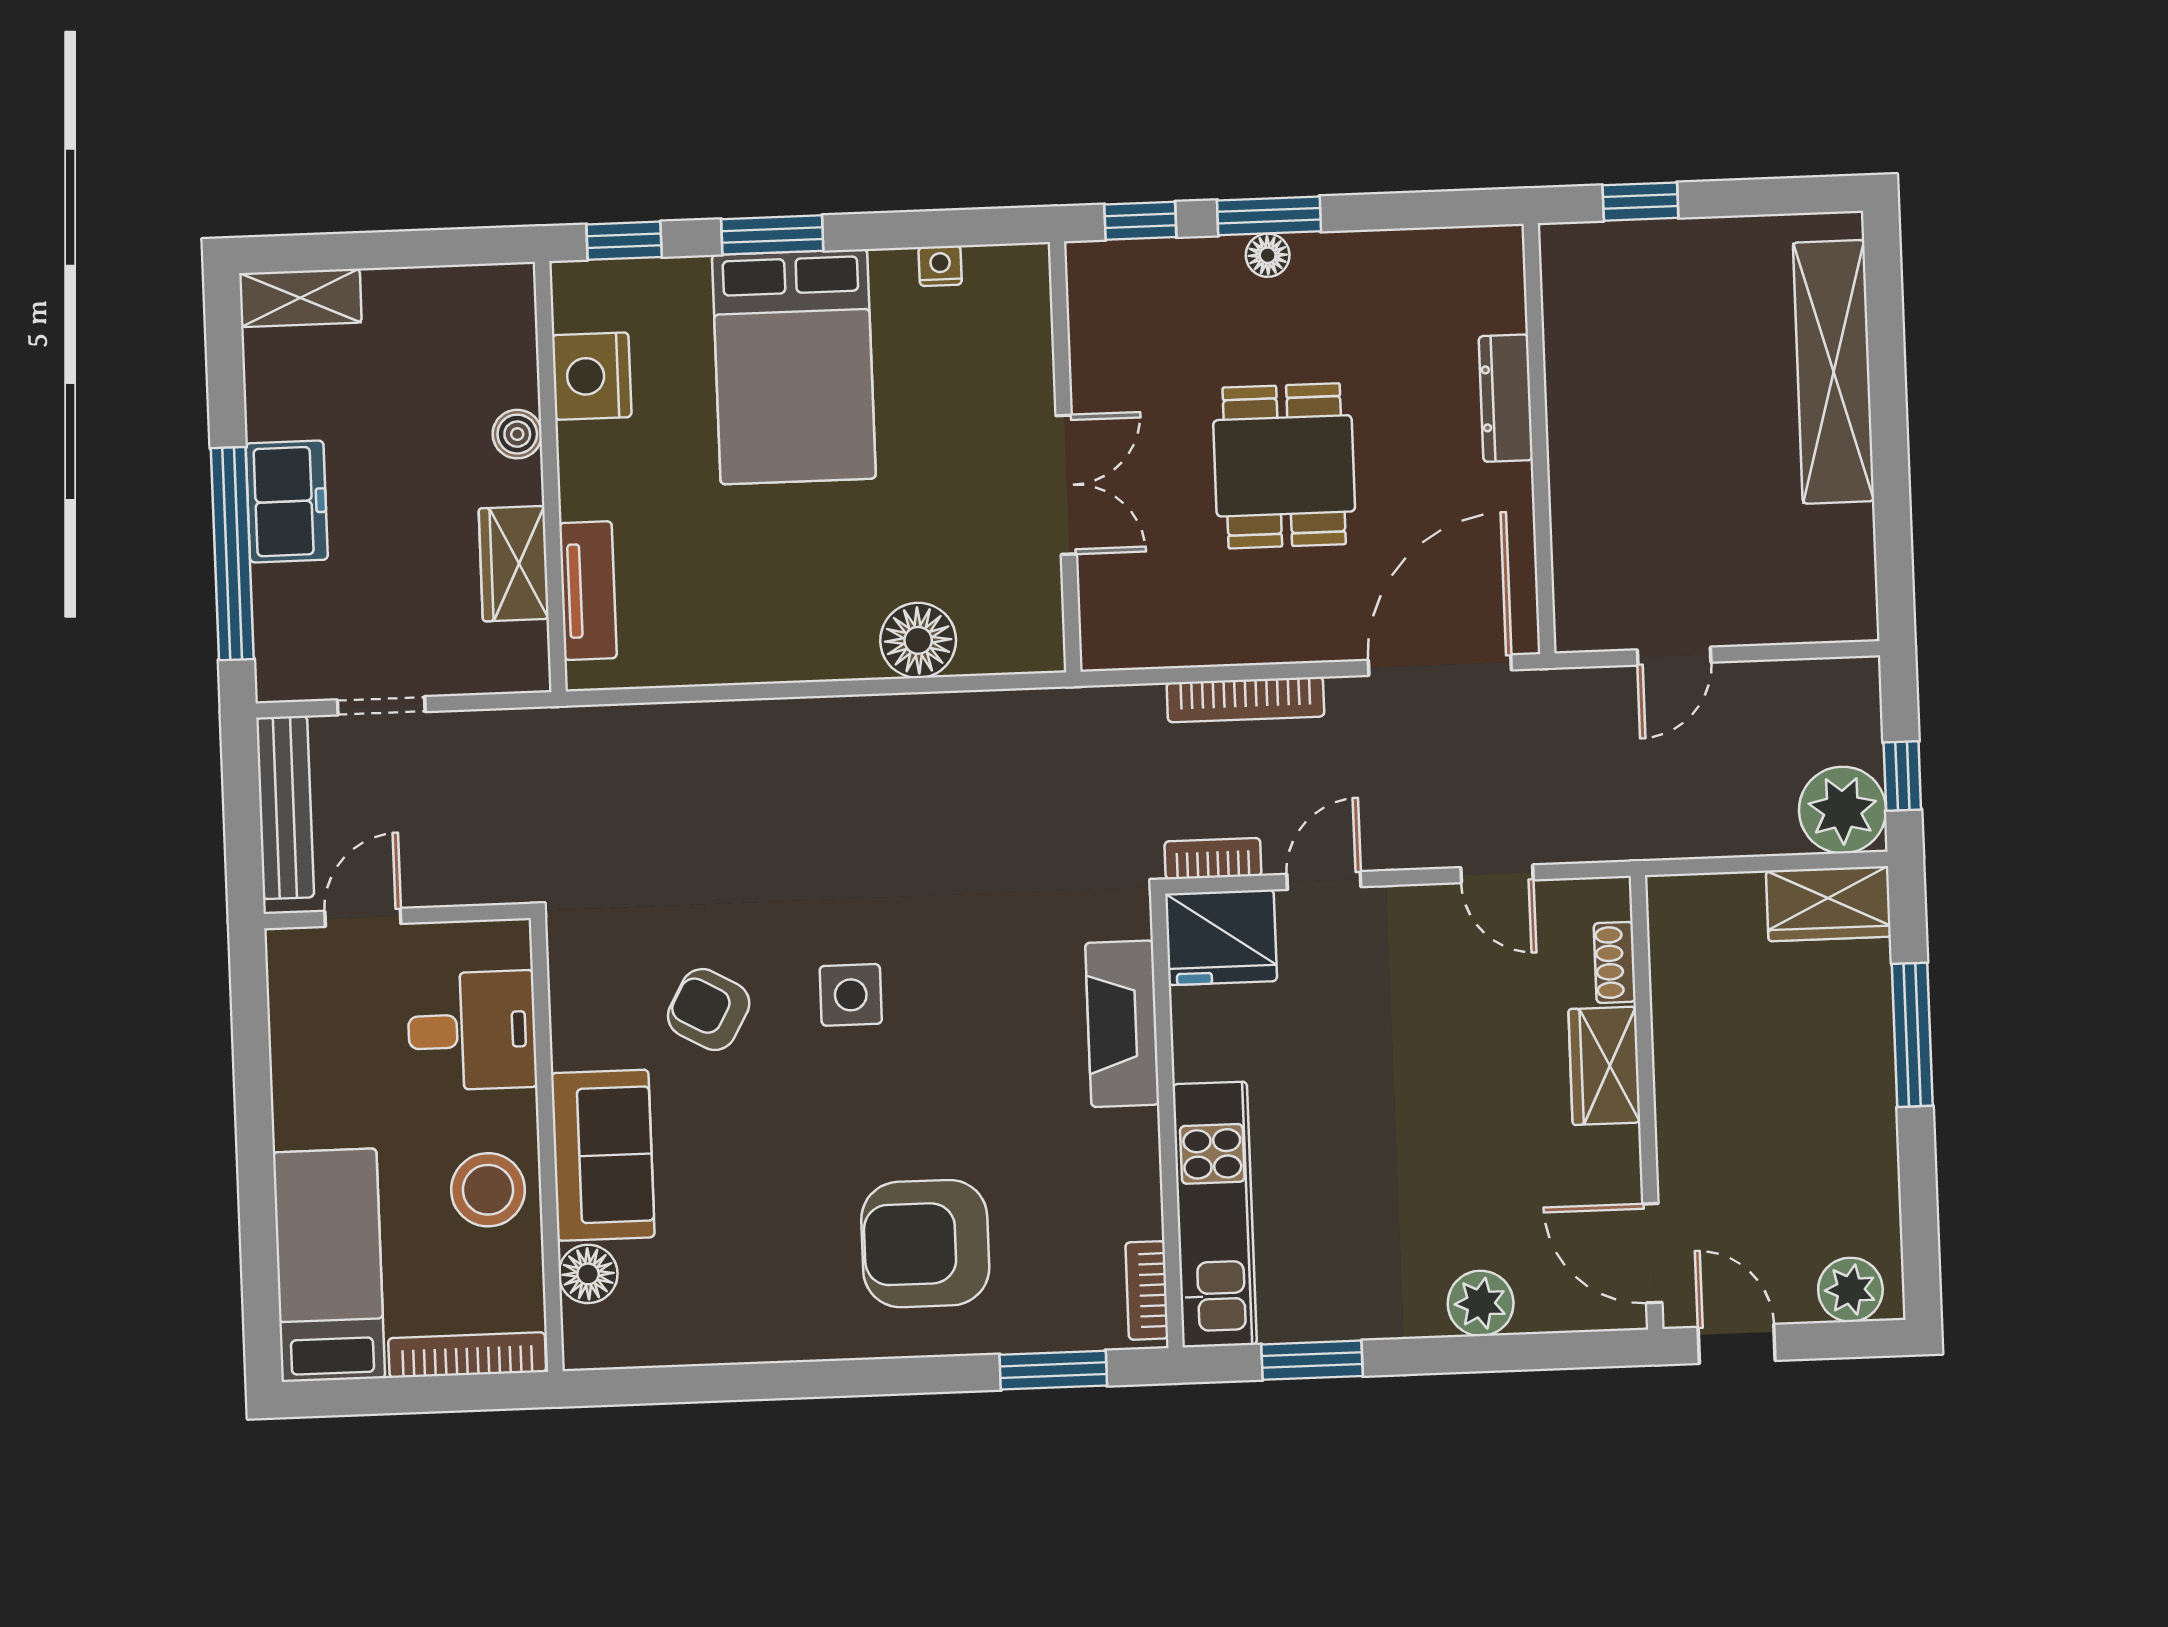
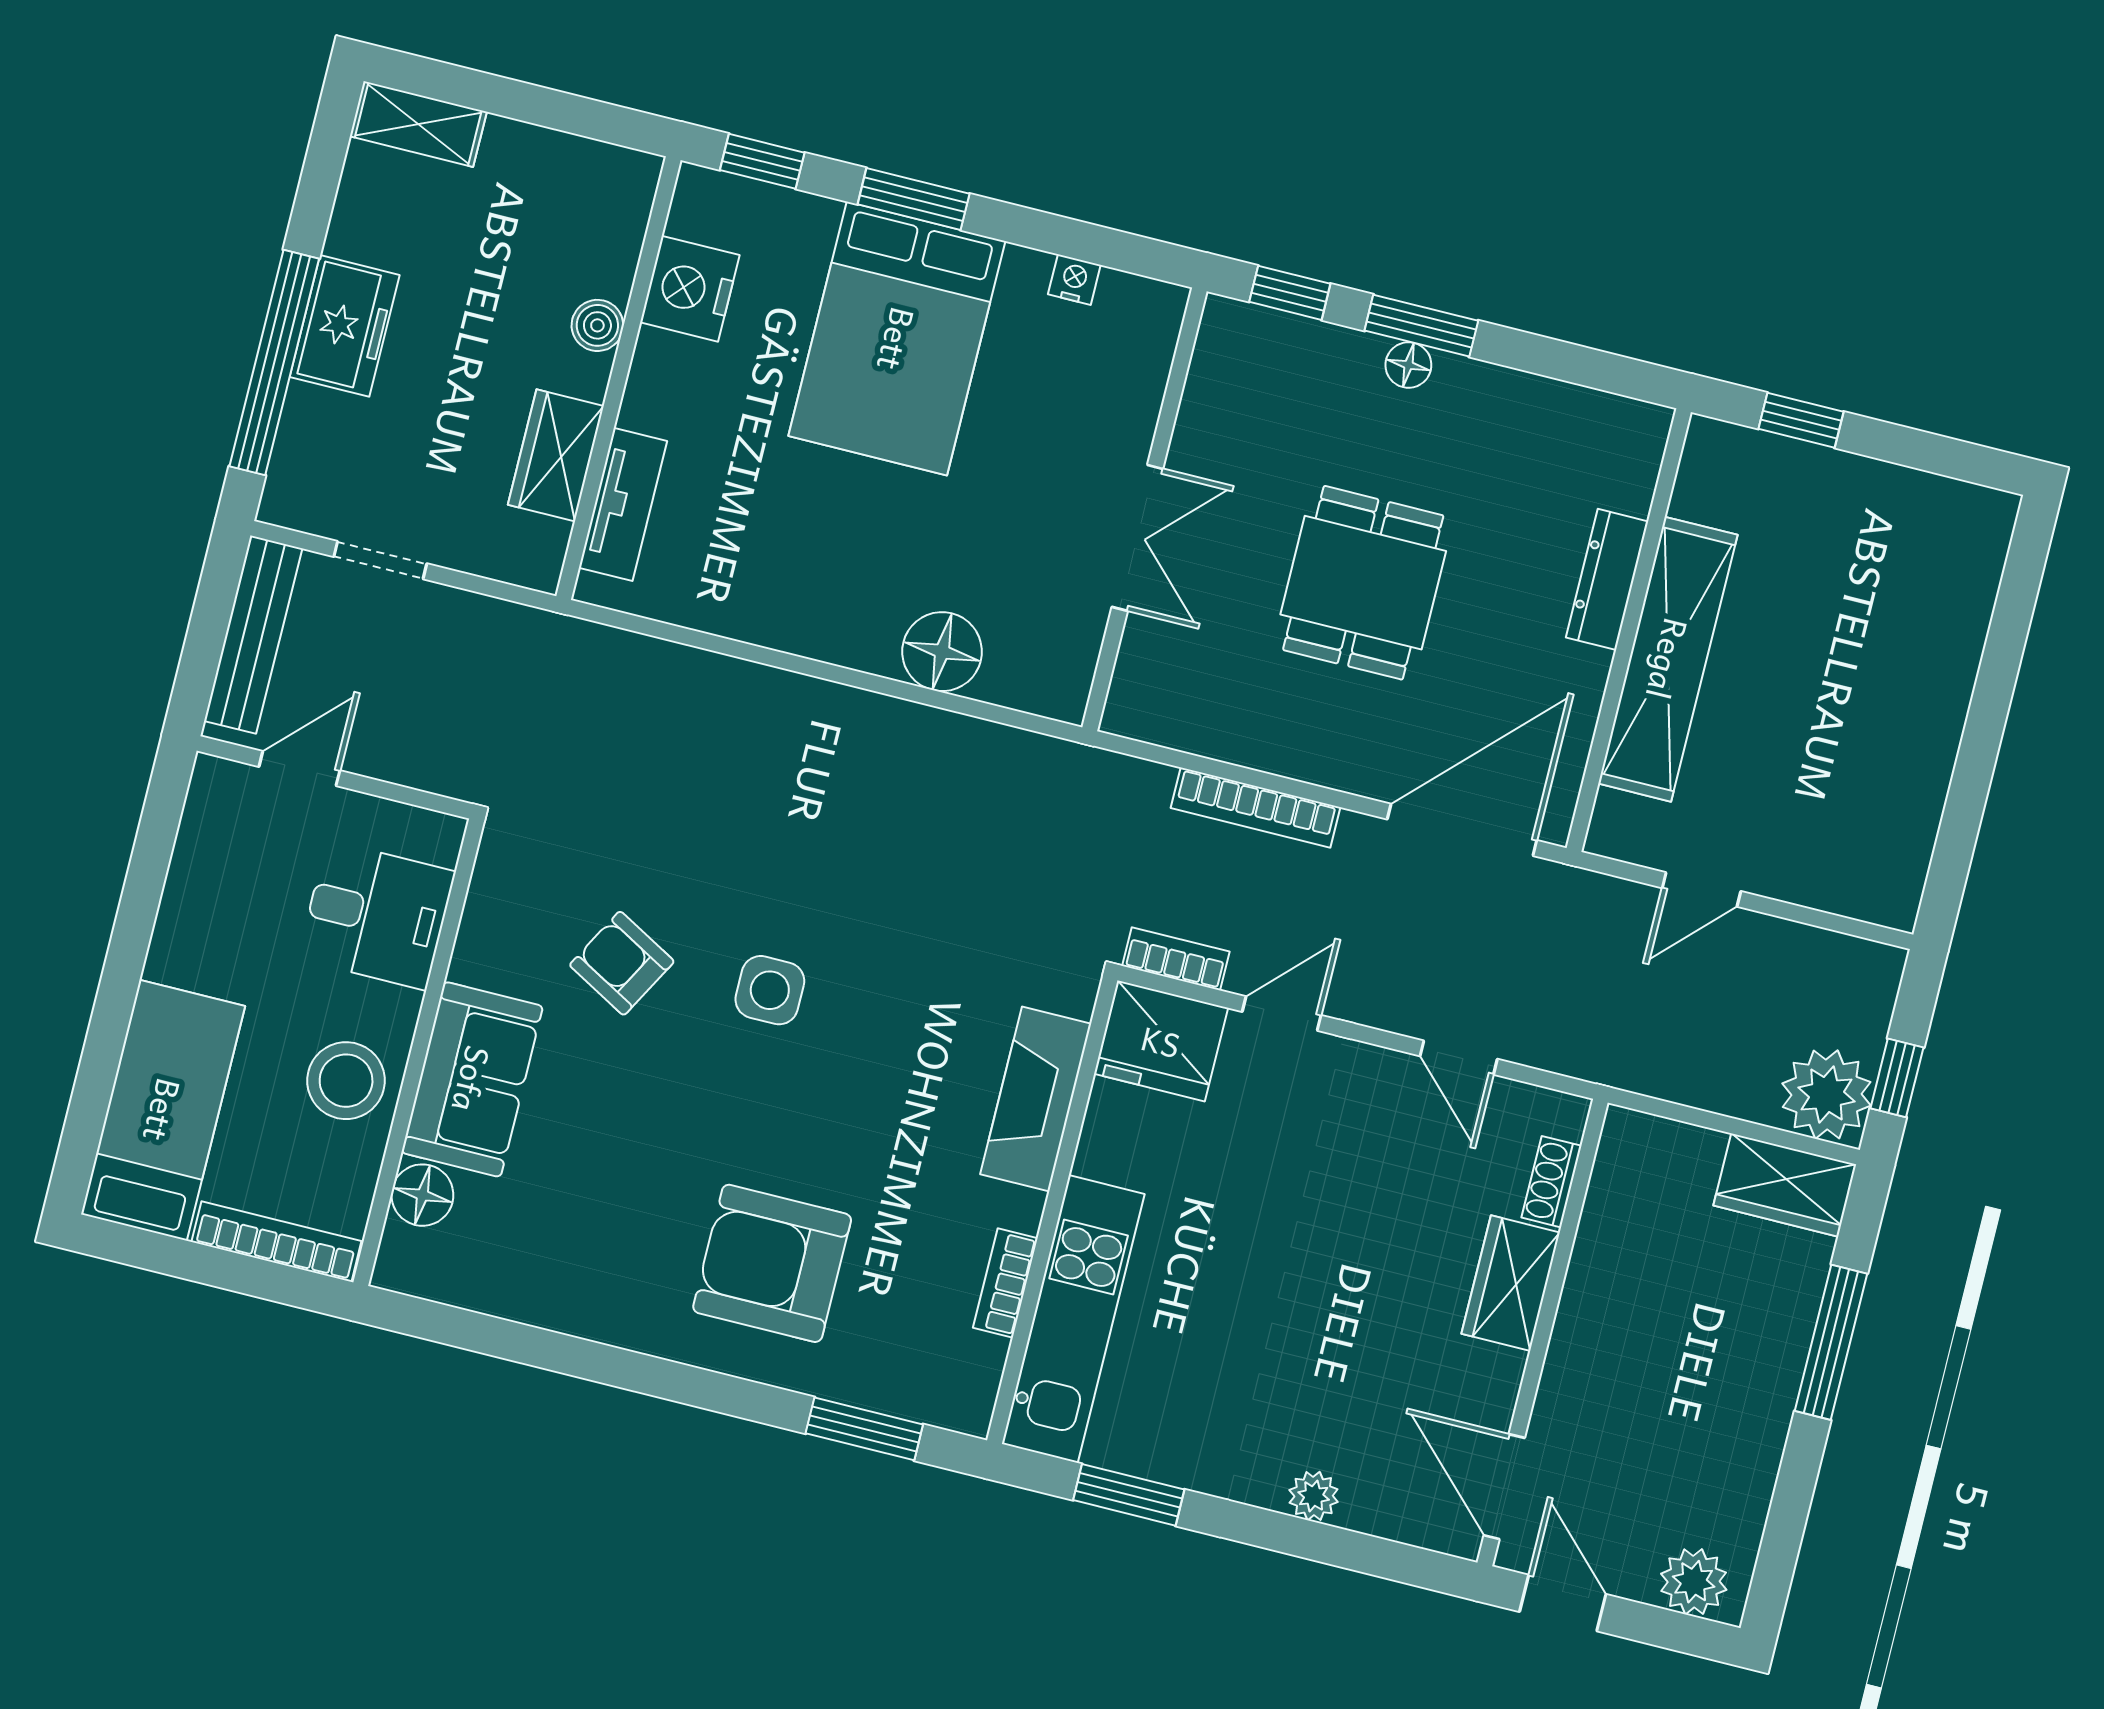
shelving: (1834, 372) -> (1668, 659), moved
bookcase: (1147, 1290) -> (1005, 1283), moved
plant: (1481, 1303) -> (1314, 1496), width x0.73, depth x0.73

